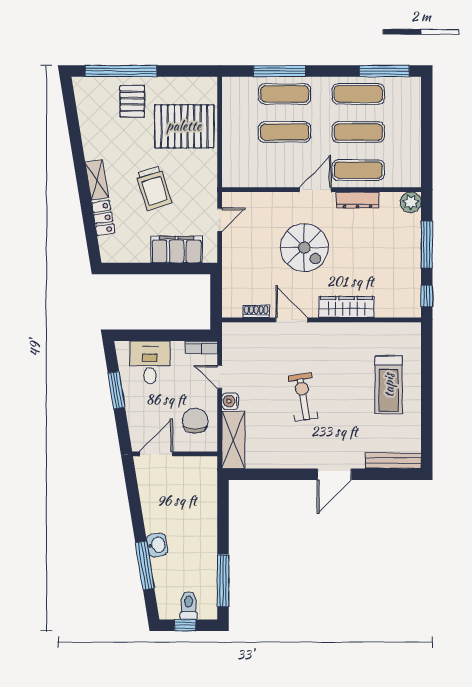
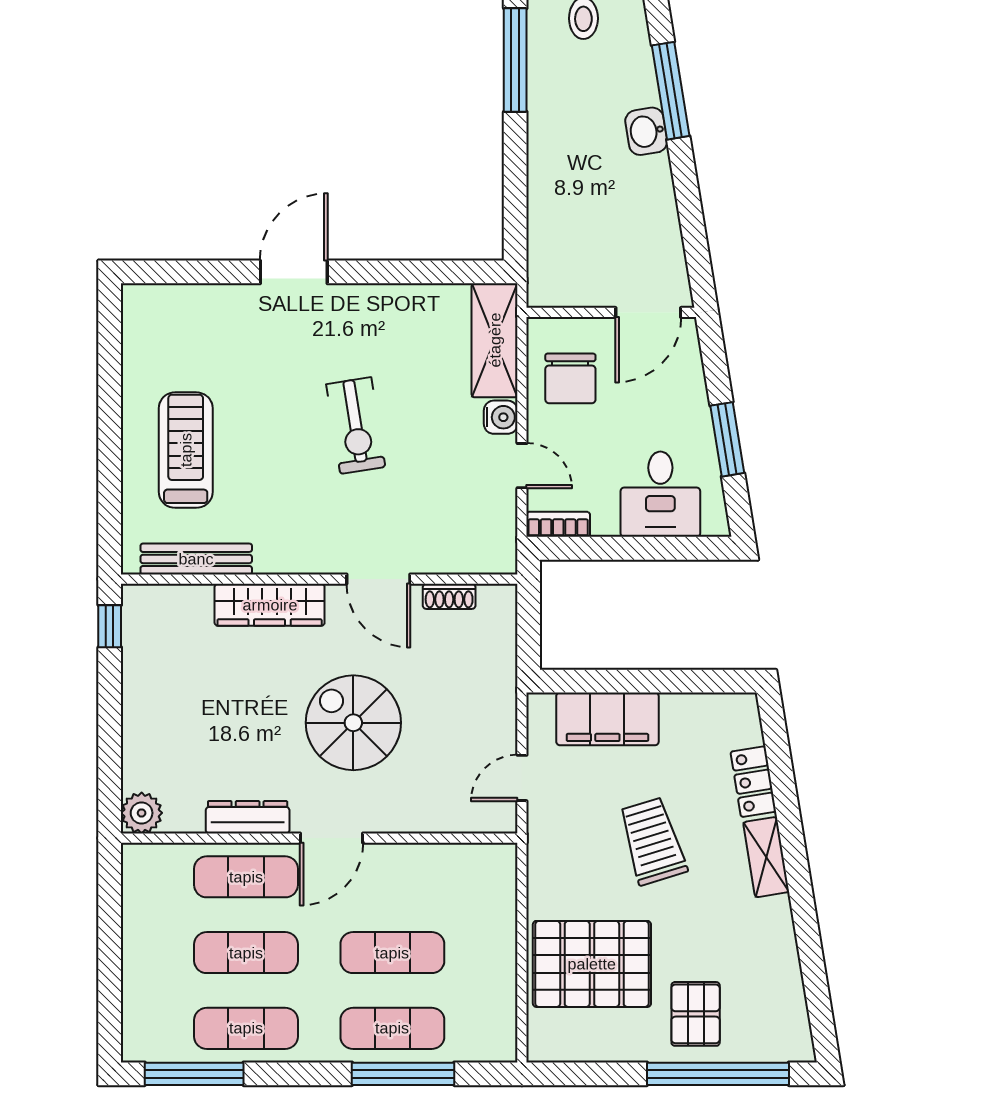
window: (427, 245) -> (110, 729), removed
bench: (393, 461) -> (196, 559), moved

